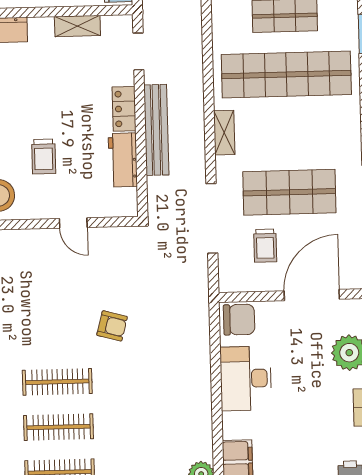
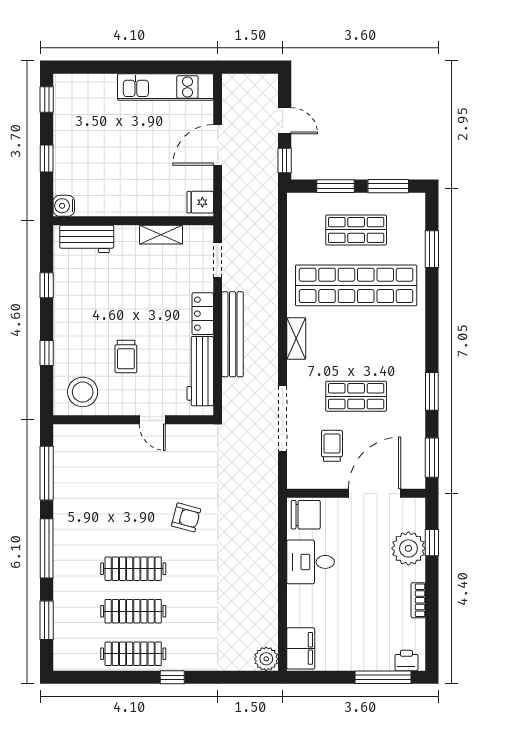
workbench: (123, 160) -> (200, 371), width x1.38
shop shelf: (289, 192) -> (356, 396), width x0.70, depth x0.74
trolley: (265, 246) -> (332, 446), turned 180
desk: (246, 378) -> (311, 562), width x0.73

